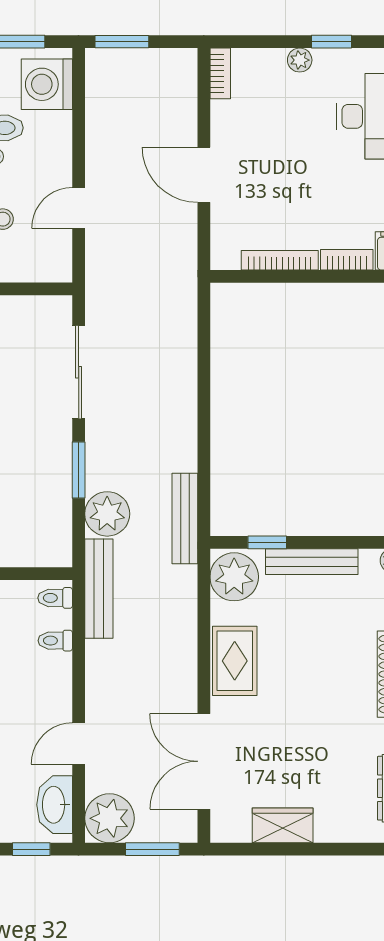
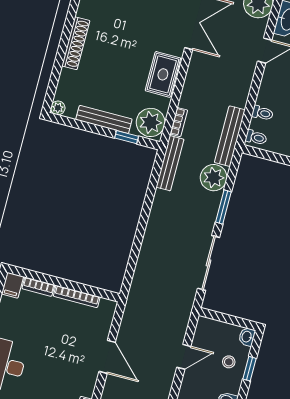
bookcase: (188, 590) -> (179, 122), added

